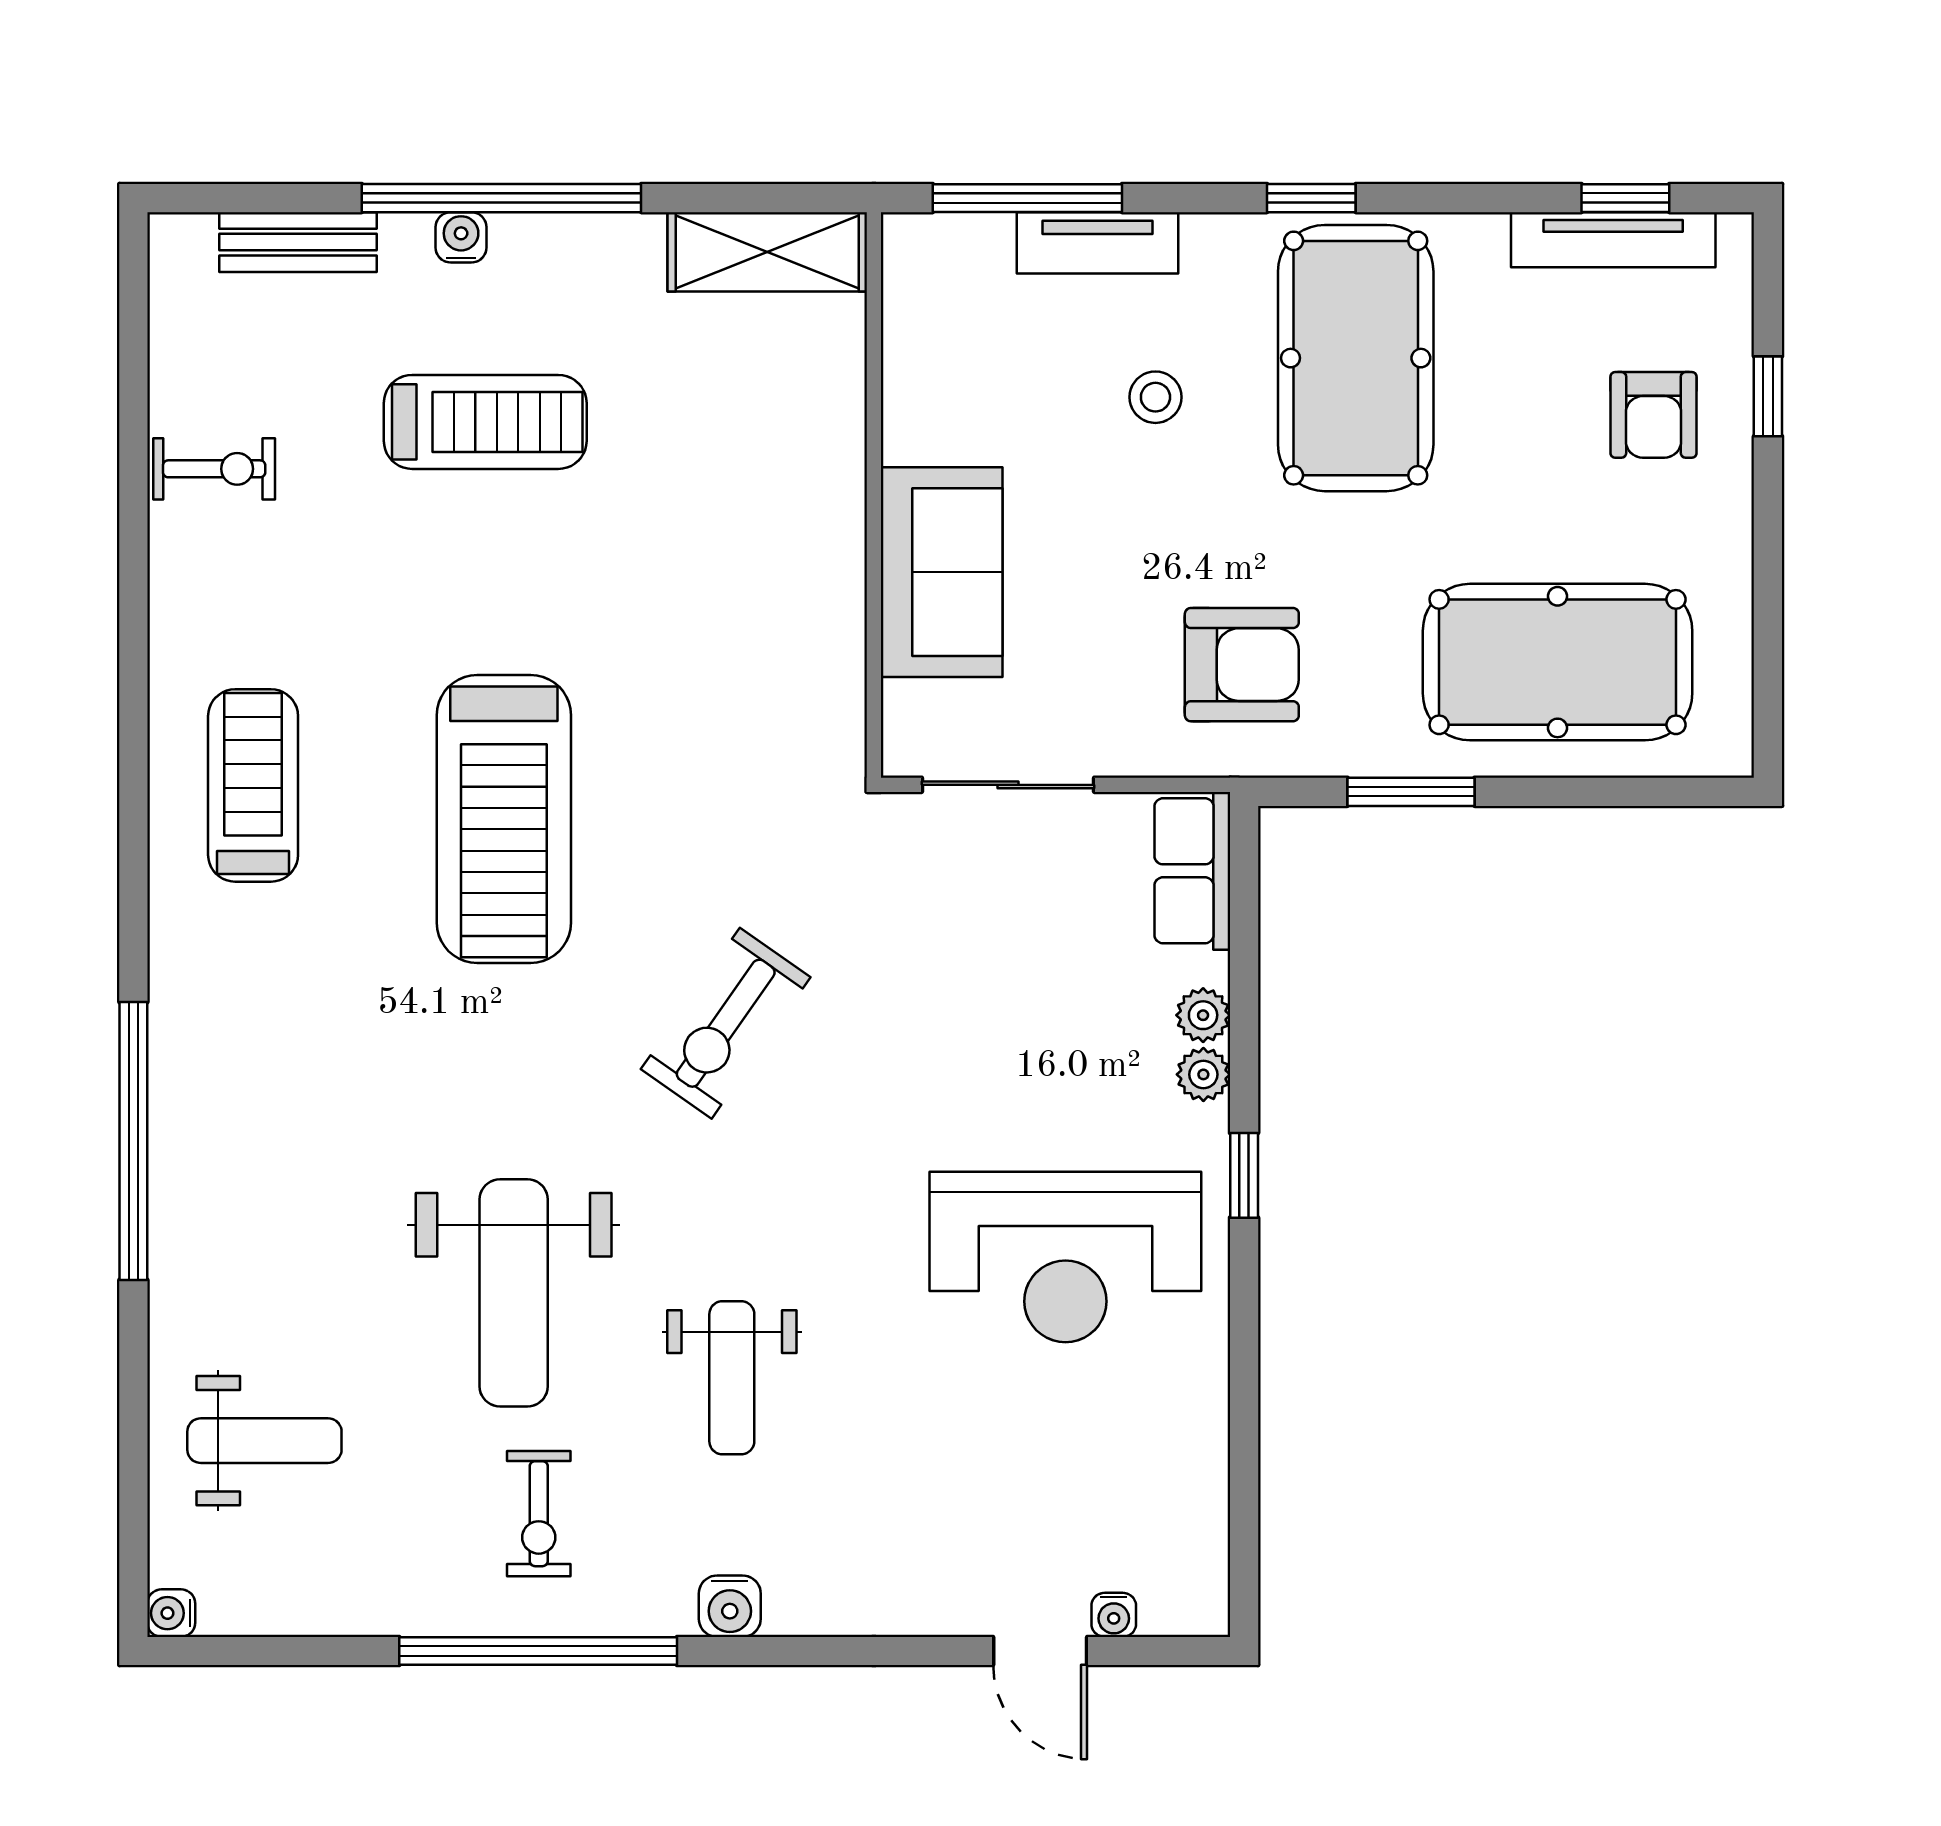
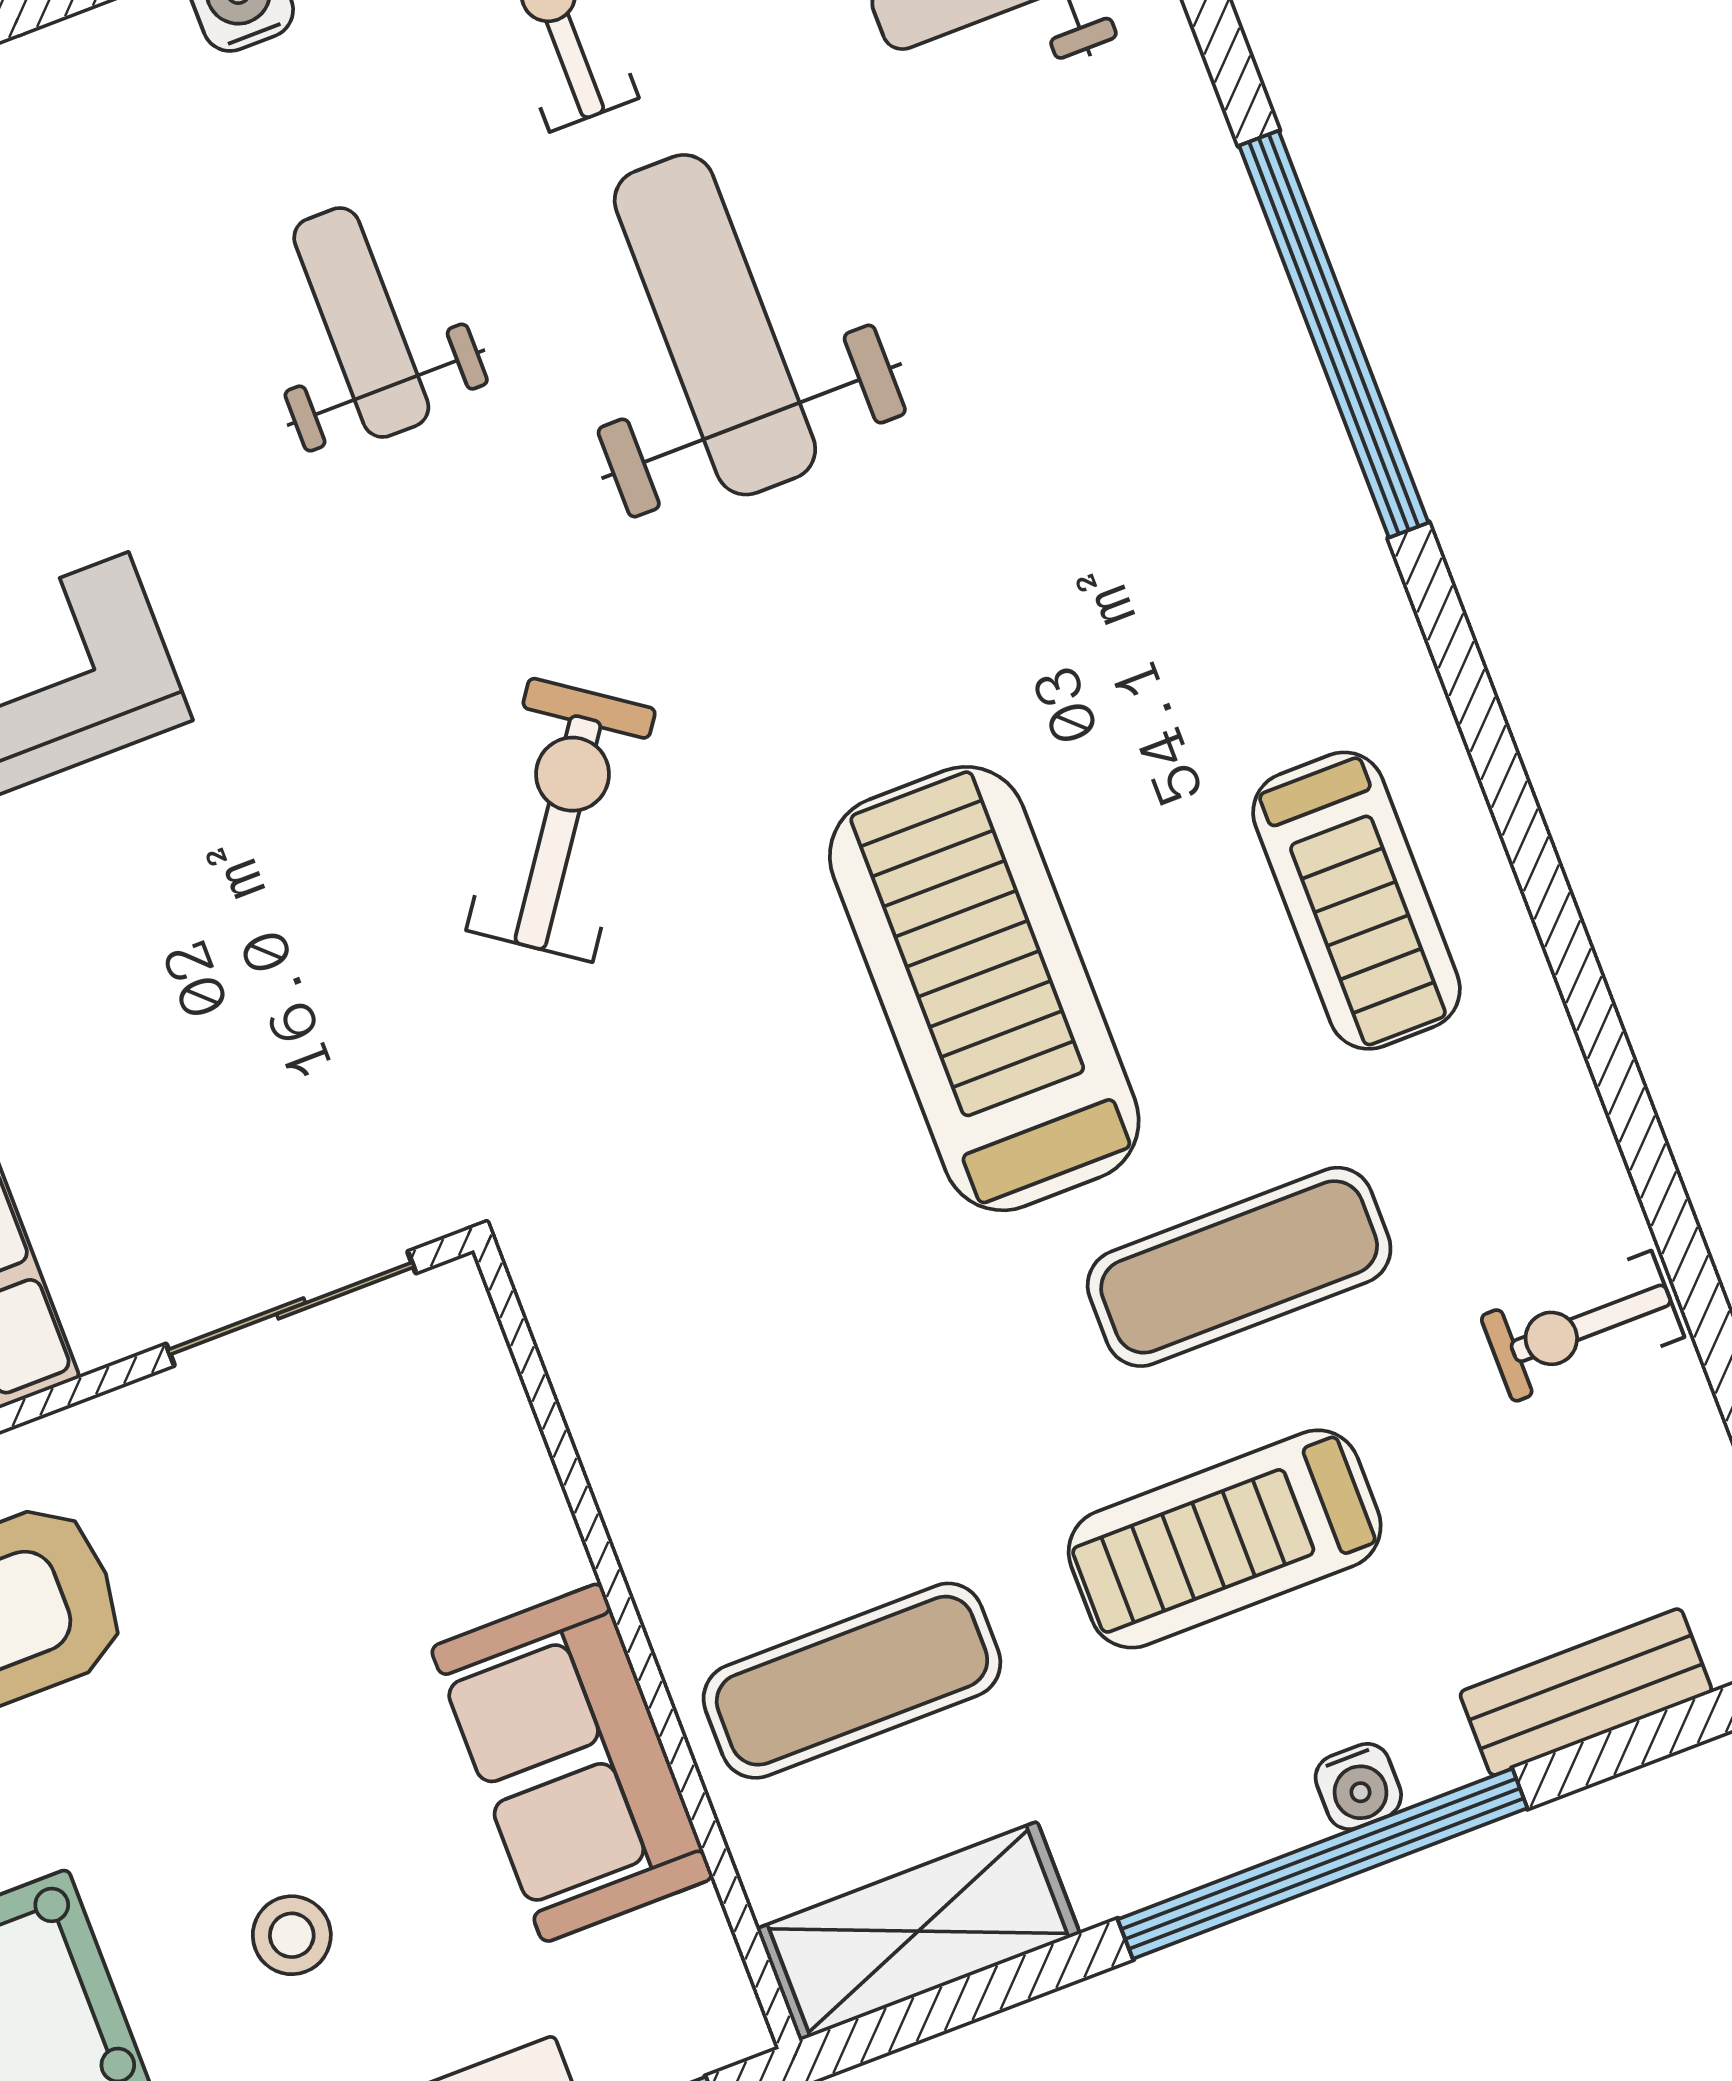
exercise mat: (749, 422) -> (852, 1681), added
sofa: (942, 572) -> (572, 1763), moved
exercise mat: (412, 587) -> (1239, 1267), added

